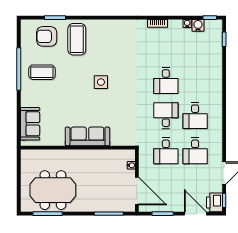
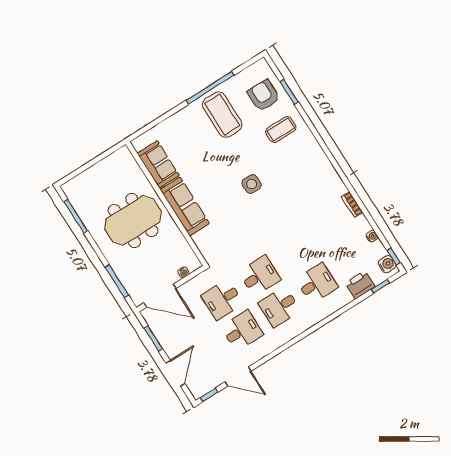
water cooler: (198, 25) -> (387, 264), moved
coffee table: (77, 39) -> (281, 129), width x0.73, depth x0.76
coffee table: (42, 72) -> (222, 115), width x1.36, depth x1.32
desk: (166, 81) -> (317, 283), moved, turned 180
sofa: (30, 124) -> (158, 164), moved, turned -90
desk: (195, 151) -> (242, 331), turned 180
meeting table: (53, 190) -> (133, 221), moved, turned 90
door: (137, 191) -> (160, 296), hinge flipped
printer: (215, 202) -> (360, 285), moved

